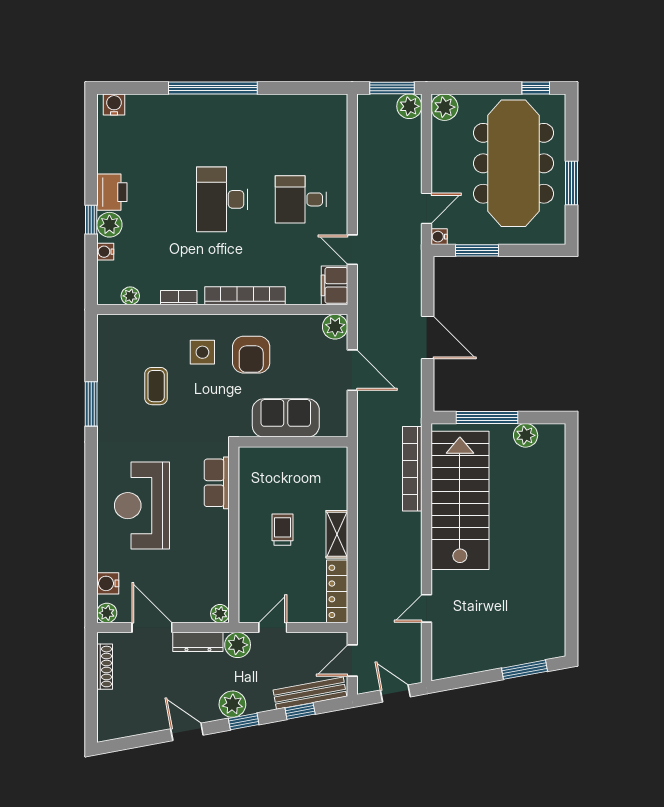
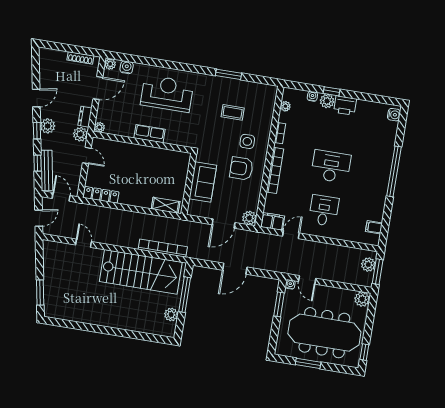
plant: (409, 106) -> (368, 265), moved
filing cabinet: (316, 107) -> (374, 227), added
row of seats: (217, 483) -> (150, 134), moved
trolley: (282, 530) -> (141, 170), removed
shelving: (337, 534) -> (166, 205), moved
dresser: (198, 642) -> (85, 117), width x0.70

